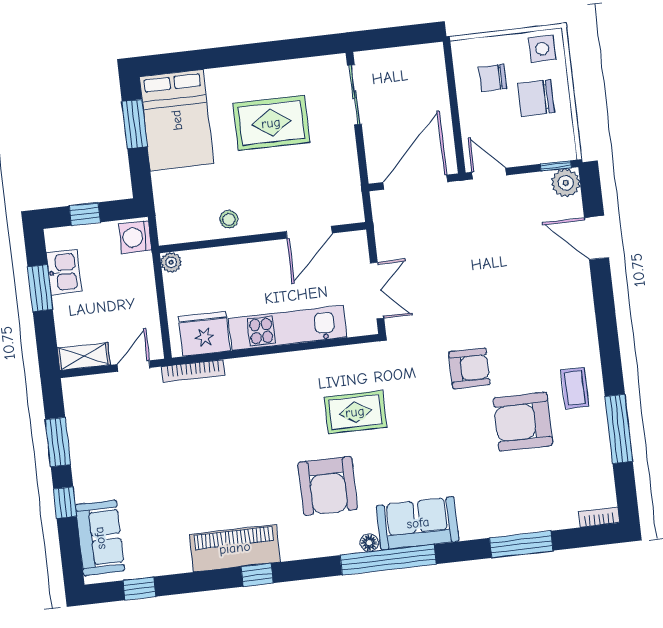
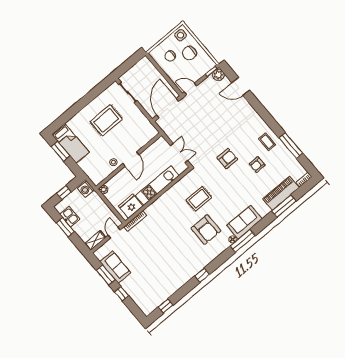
bed: (177, 120) -> (70, 143), width x0.67
door: (309, 232) -> (131, 159), moved
armchair: (523, 422) -> (257, 165), width x0.53, depth x0.53
sofa: (100, 538) -> (115, 267), moved
piano: (235, 548) -> (281, 193), moved
window: (388, 560) -> (243, 241), width x0.68

